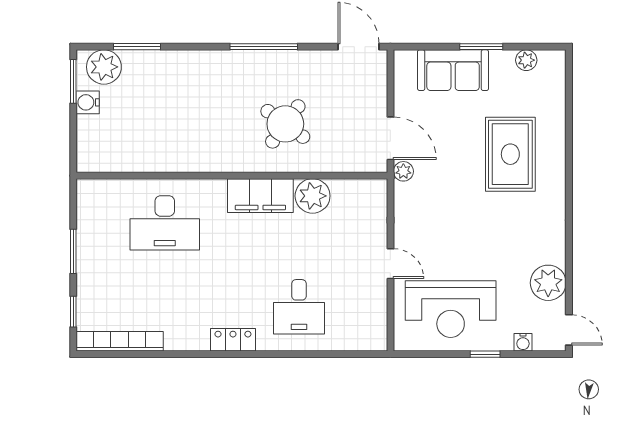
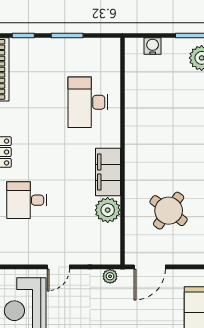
water cooler: (88, 102) -> (153, 46), moved
round table: (285, 124) -> (169, 211), moved
plant: (403, 171) -> (110, 276), moved

